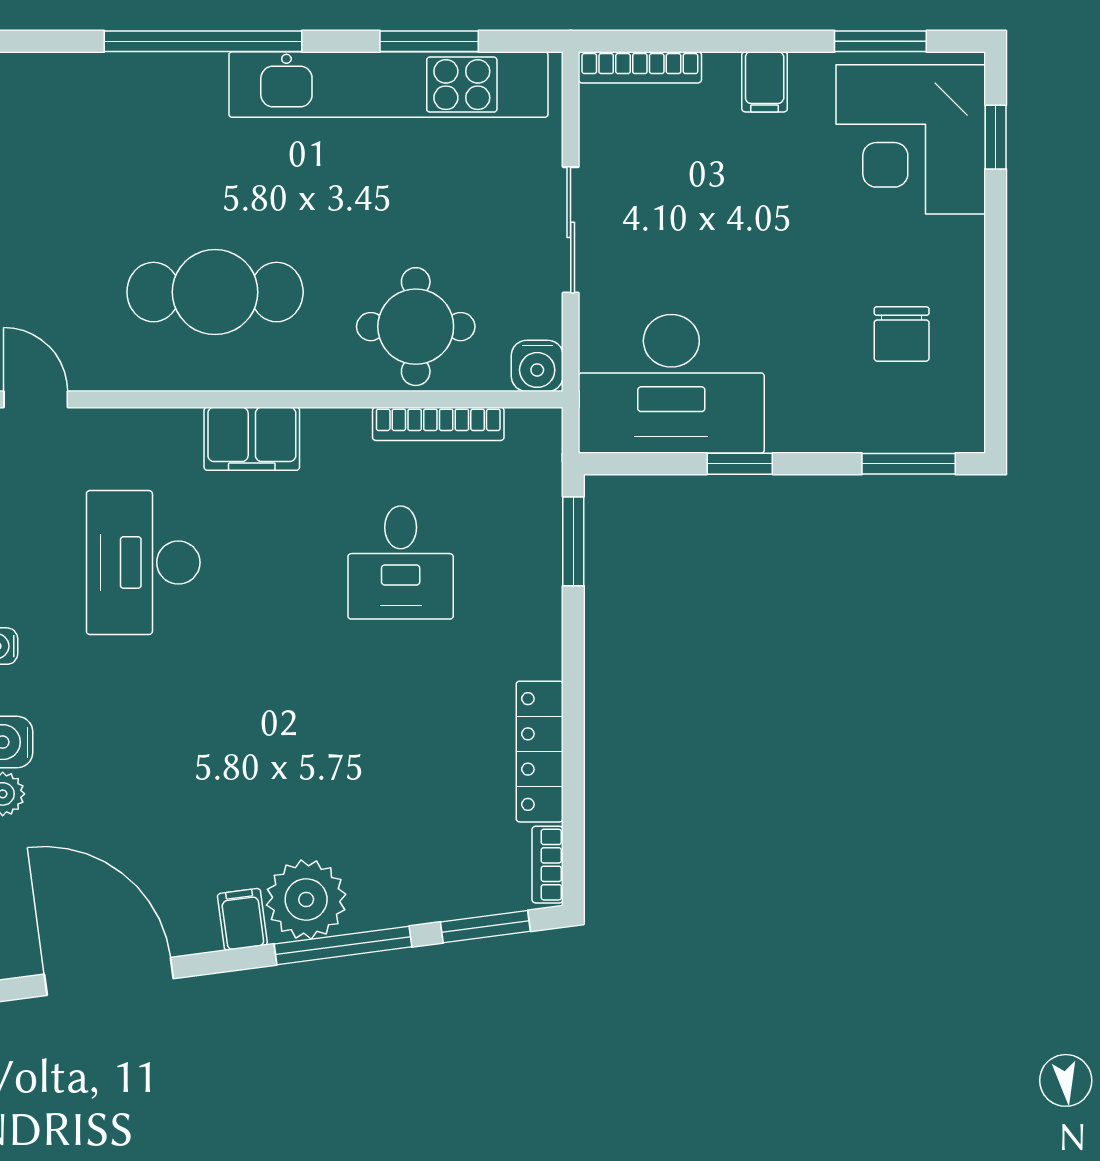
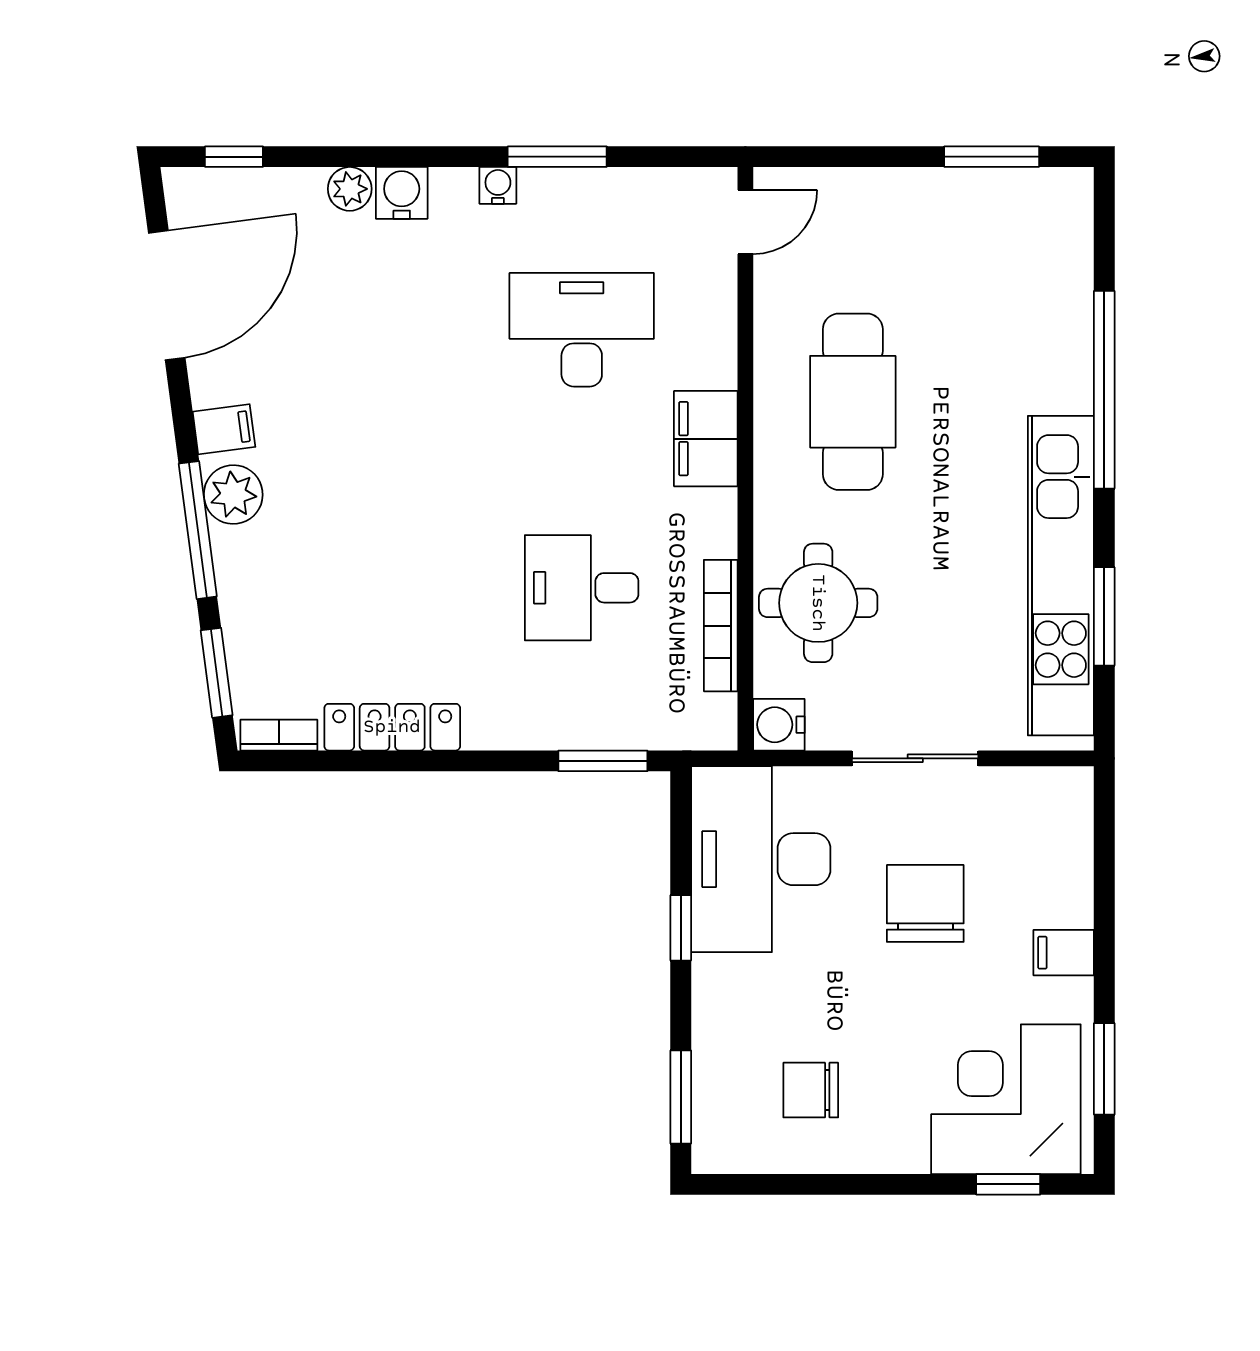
bookcase: (640, 67) -> (1078, 828), removed
chair: (715, 220) -> (925, 903), added
plant: (306, 900) -> (233, 494), width x0.73, depth x0.73

